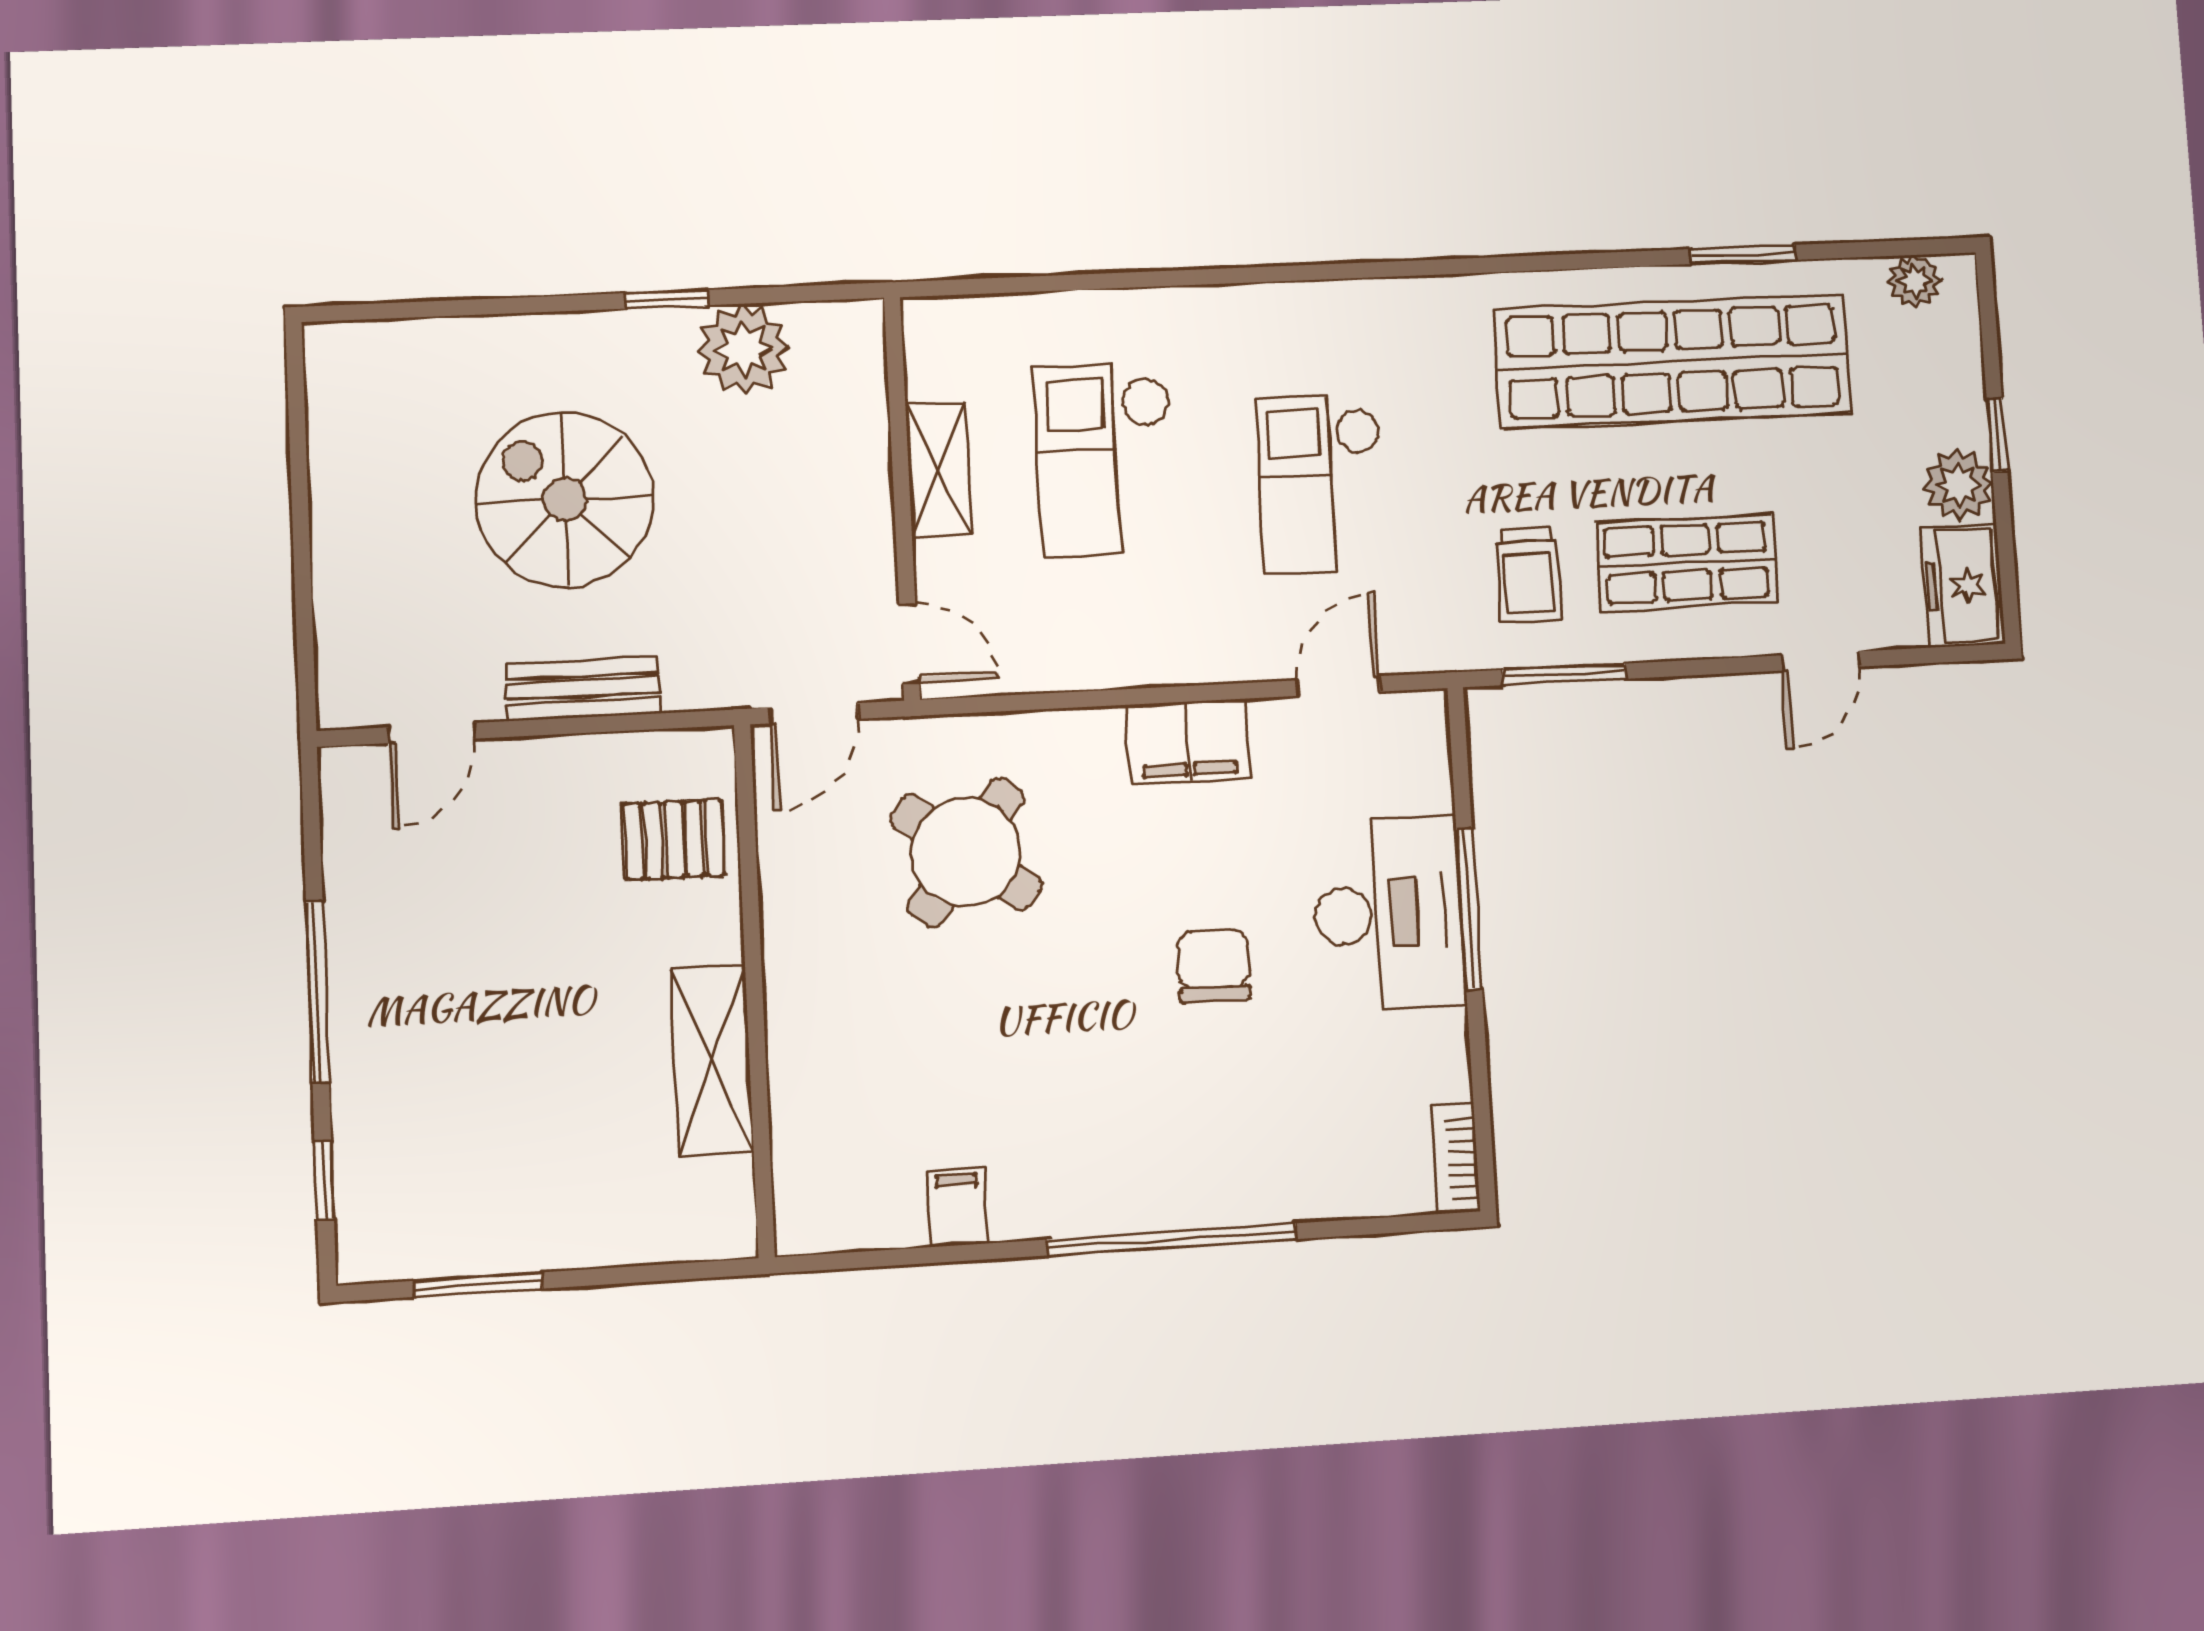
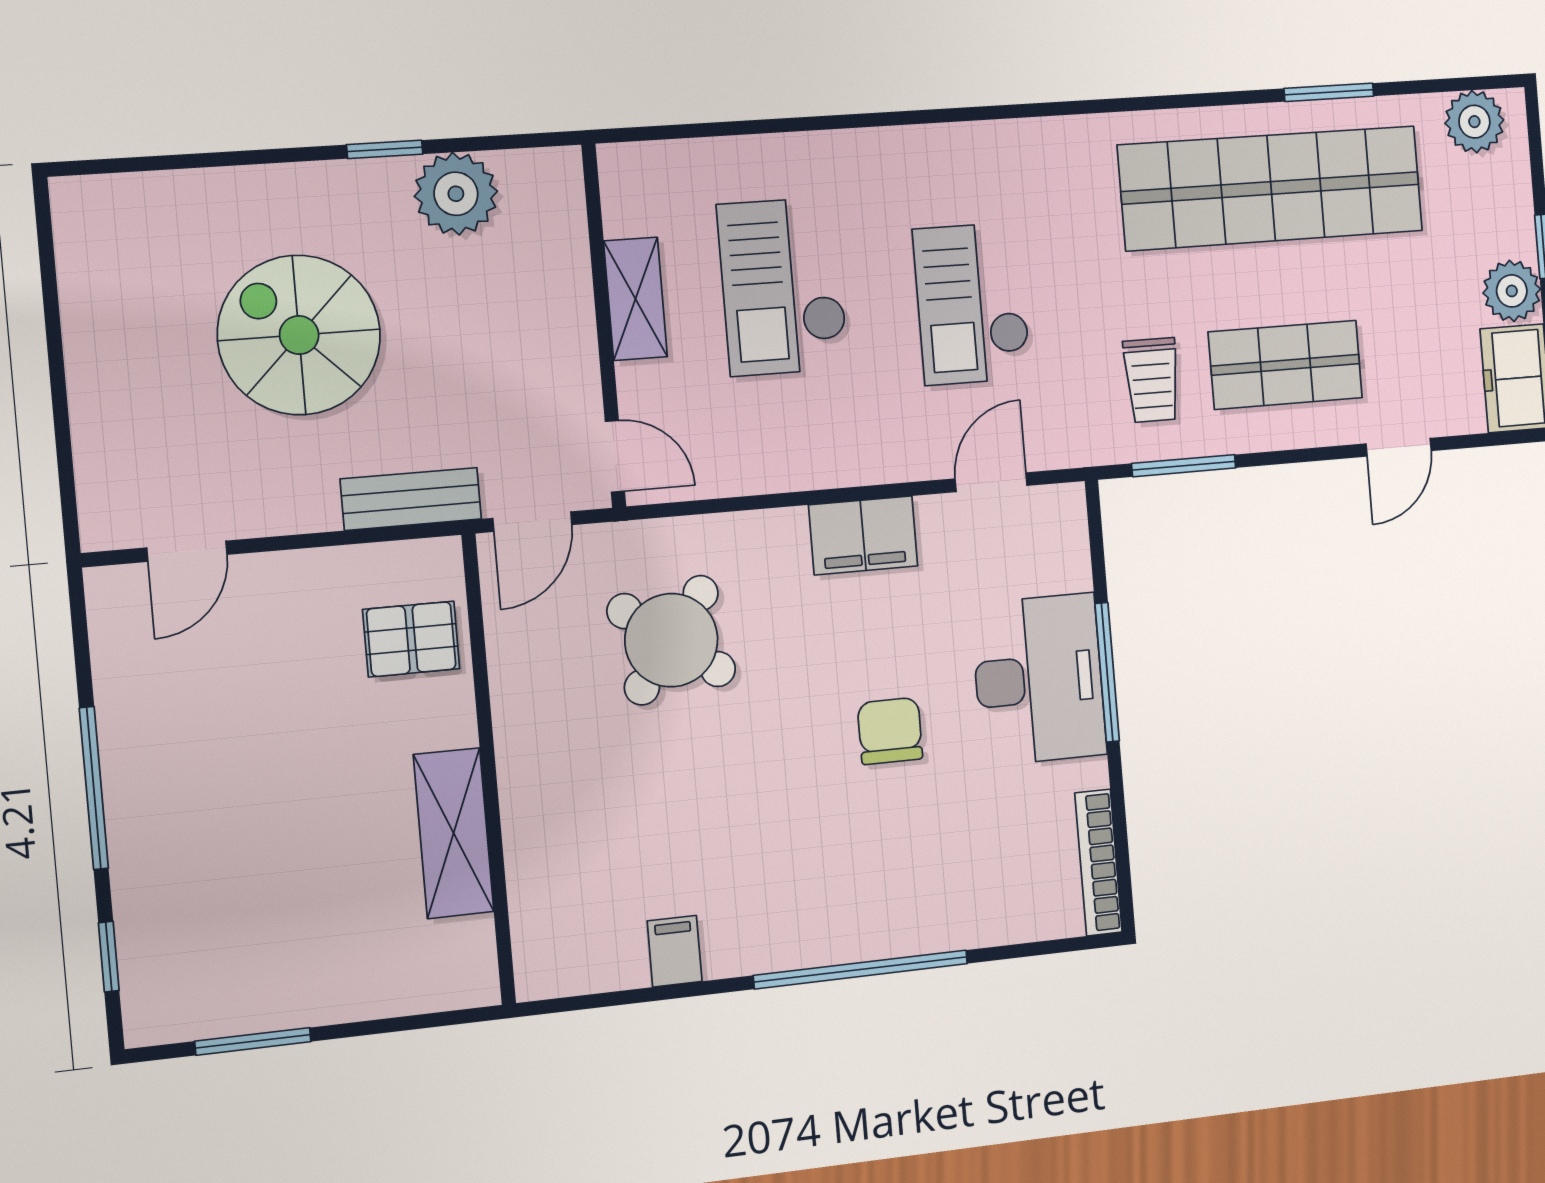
plant: (1915, 281) -> (1474, 122), width x1.38, depth x1.38
bench: (583, 689) -> (411, 499), moved
bookcase: (1456, 1159) -> (1098, 862), width x1.56

